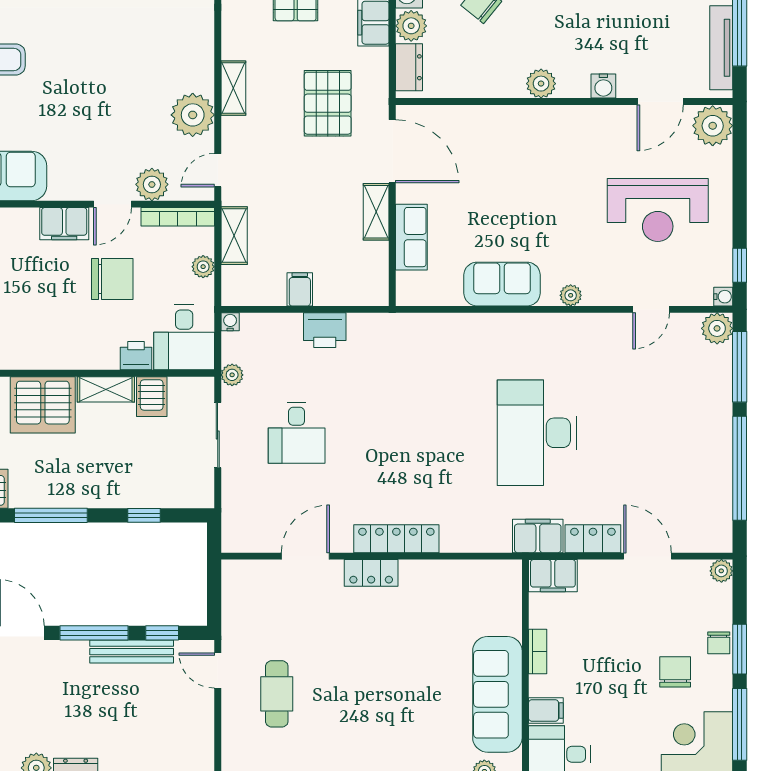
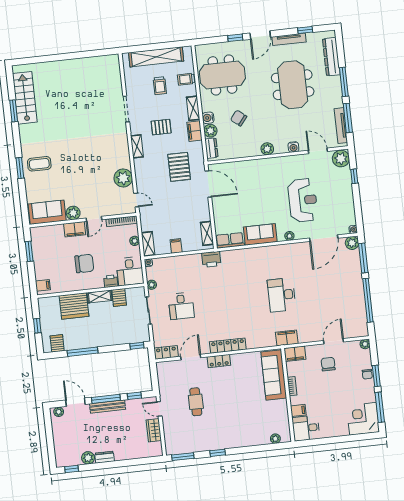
shelving: (233, 88) -> (137, 146), moved
door: (660, 102) -> (318, 151), swing flipped
door: (218, 170) -> (136, 200), swing flipped
plant: (152, 184) -> (73, 213), moved
reception desk: (658, 210) -> (303, 200), moved, turned -90
shelving: (376, 212) -> (207, 233), moved
shelving: (234, 236) -> (148, 244), moved
row of seats: (411, 237) -> (230, 240), moved, turned -90
window: (740, 265) -> (354, 176), moved
chair: (112, 279) -> (84, 264), moved
door: (651, 309) -> (324, 238), width x1.88
printer: (325, 330) -> (211, 259), moved
desk: (537, 433) -> (282, 295), width x0.73, depth x0.77
window: (144, 515) -> (137, 346), moved
locker: (593, 539) -> (166, 352), moved
door: (648, 556) -> (334, 341), hinge flipped
bench: (132, 652) -> (108, 407), moved
chair: (675, 672) -> (328, 364), moved
cafe table: (277, 694) -> (196, 402), moved
sofa: (497, 694) -> (274, 375), moved
wardrobe: (199, 720) -> (154, 430), added

